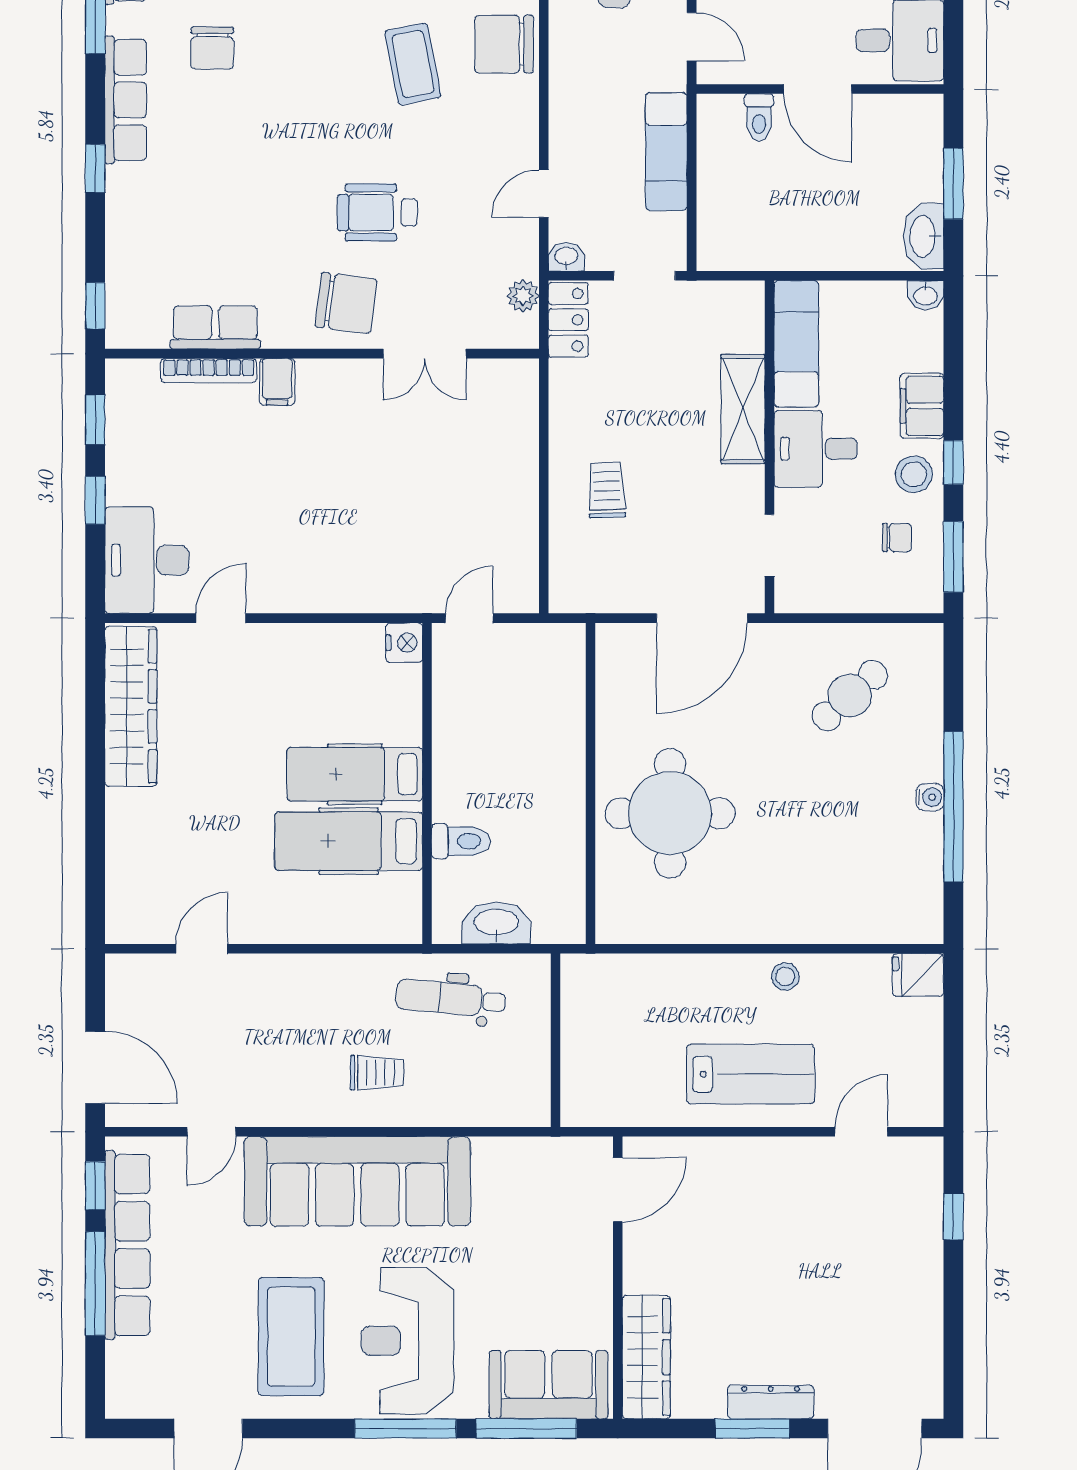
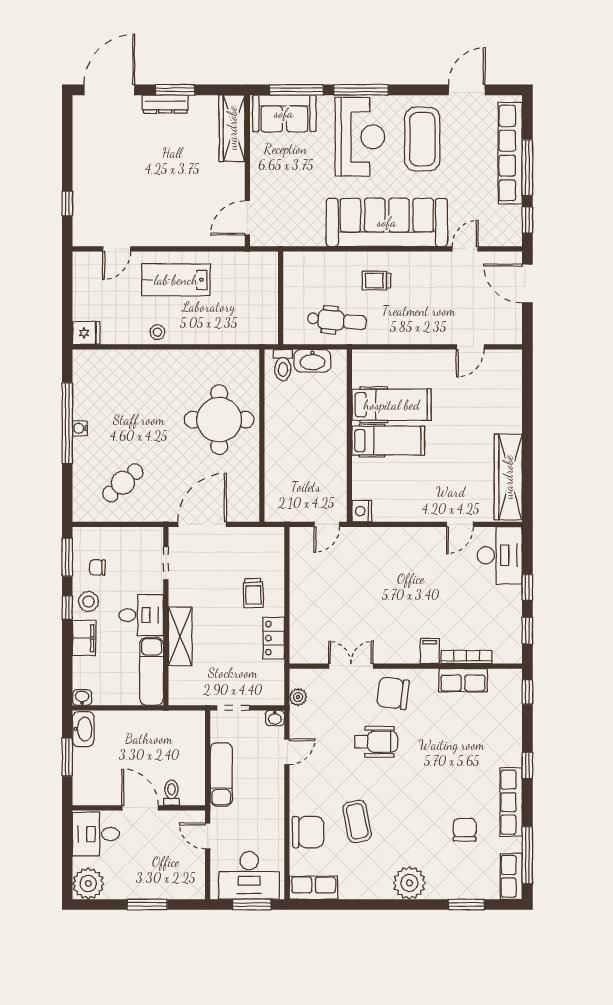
locker: (568, 320) -> (274, 638), moved
toilet: (461, 841) -> (283, 365), moved, turned -90
row of seats: (127, 1245) -> (510, 153), moved

